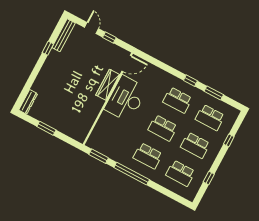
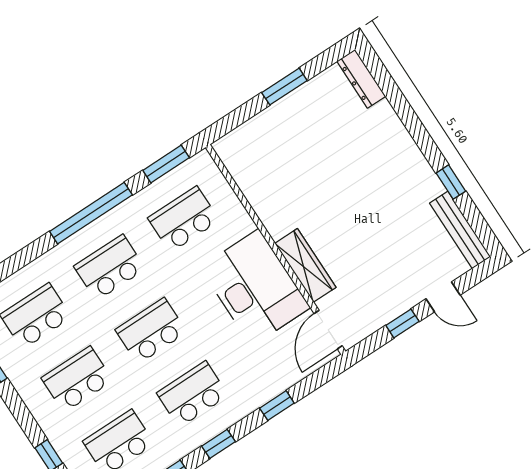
window: (165, 67) -> (277, 406), added
school desk: (115, 139) -> (184, 219), added

